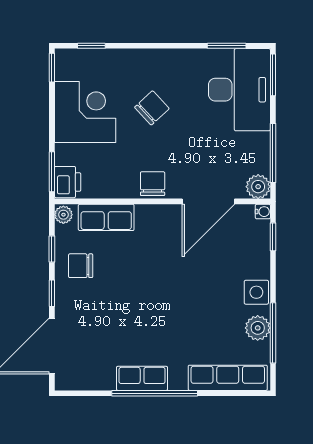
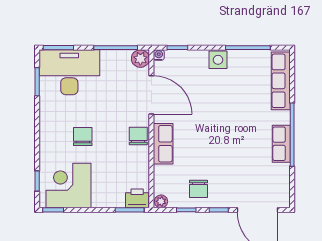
chair: (152, 108) -> (83, 137), turned 43
corner desk: (85, 112) -> (68, 186), moved
chair: (153, 184) -> (138, 136), turned 90
row of seats: (106, 217) -> (163, 144), moved
plant: (258, 328) -> (244, 59), removed

